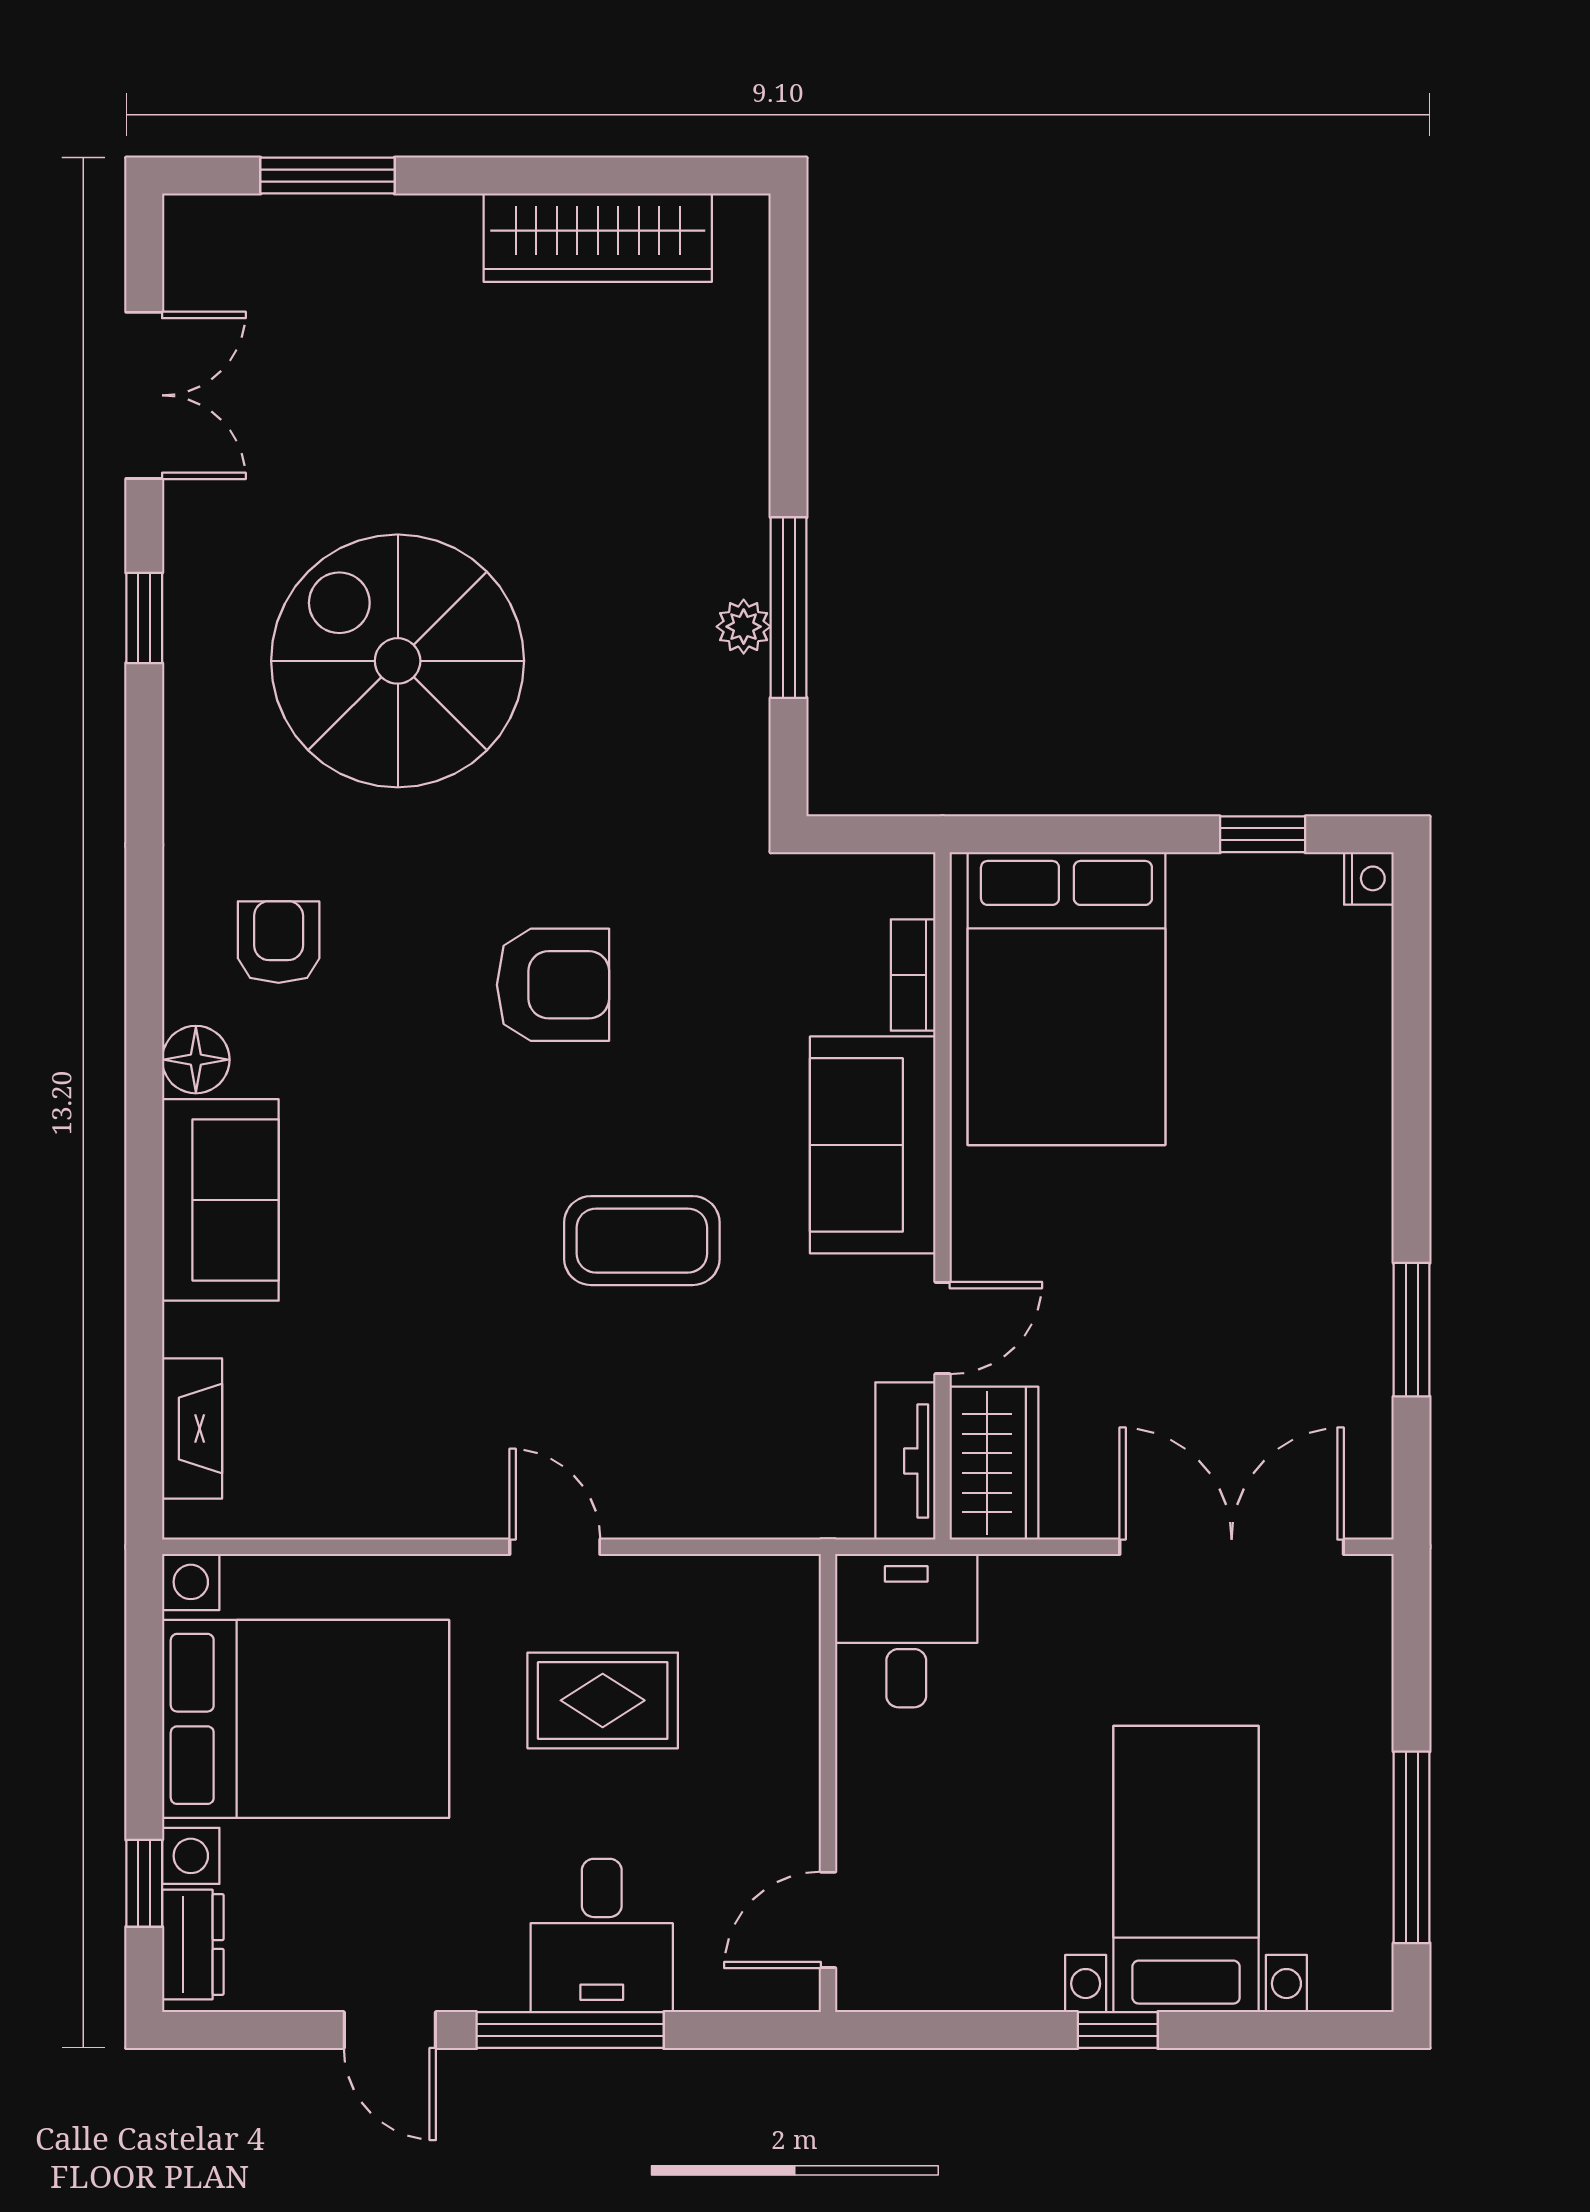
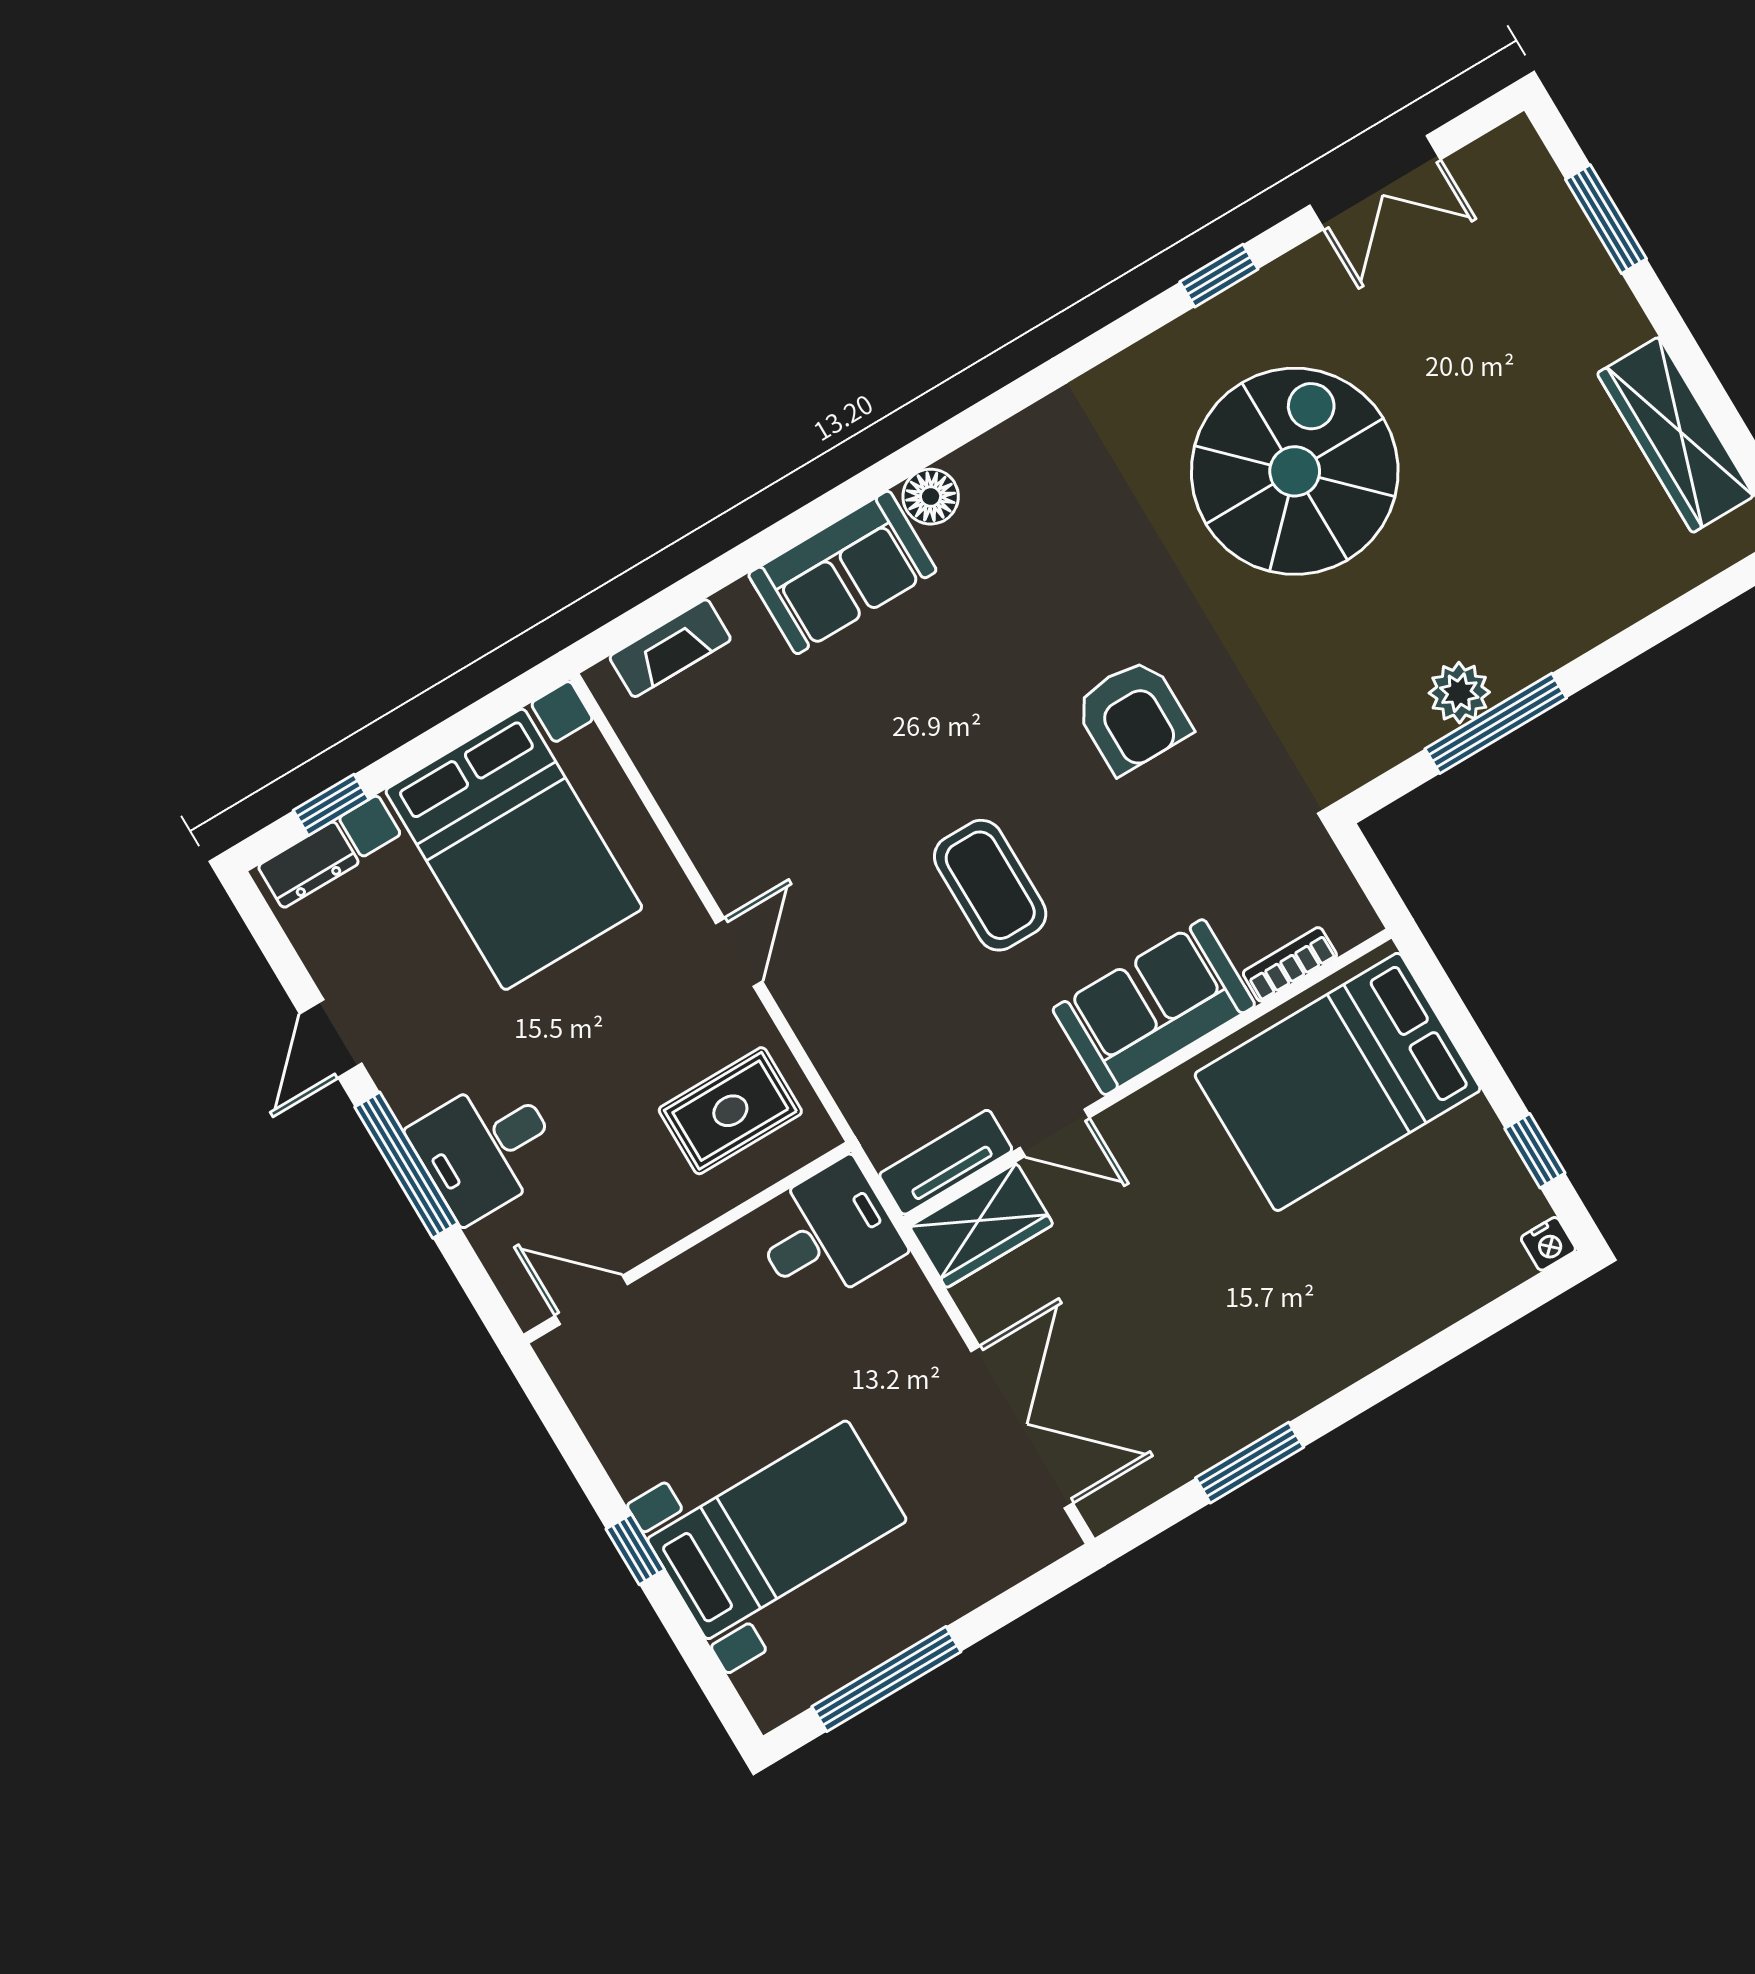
plant: (744, 627) -> (1459, 693), width x1.38, depth x1.38
armchair: (279, 942) -> (1048, 505), removed
rug: (603, 1700) -> (730, 1111), moved, turned 90

